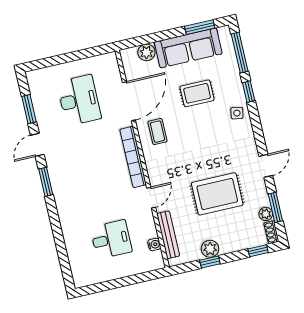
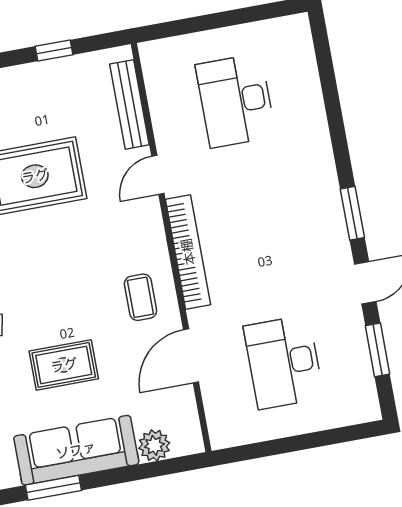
door: (129, 101) -> (191, 356), width x0.73
desk: (111, 239) -> (236, 101), width x1.37
water cooler: (154, 244) -> (156, 88), removed
plant: (210, 249) -> (53, 75), removed

